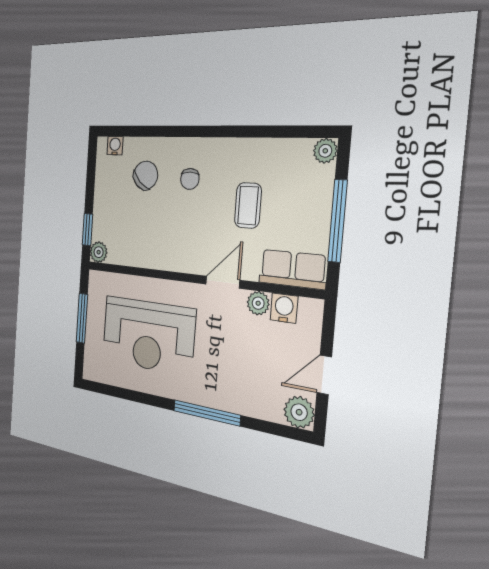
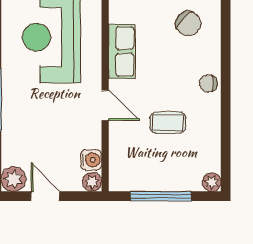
chair: (190, 179) -> (208, 83), moved
row of seats: (293, 269) -> (122, 51), moved
plant: (258, 303) -> (92, 182), moved

